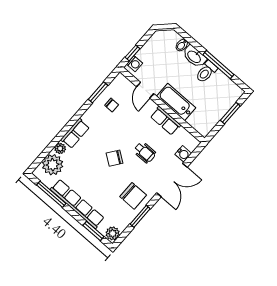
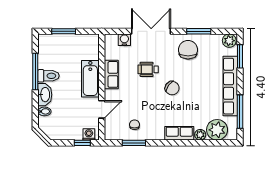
wheelchair: (145, 152) -> (148, 69), turned -90

